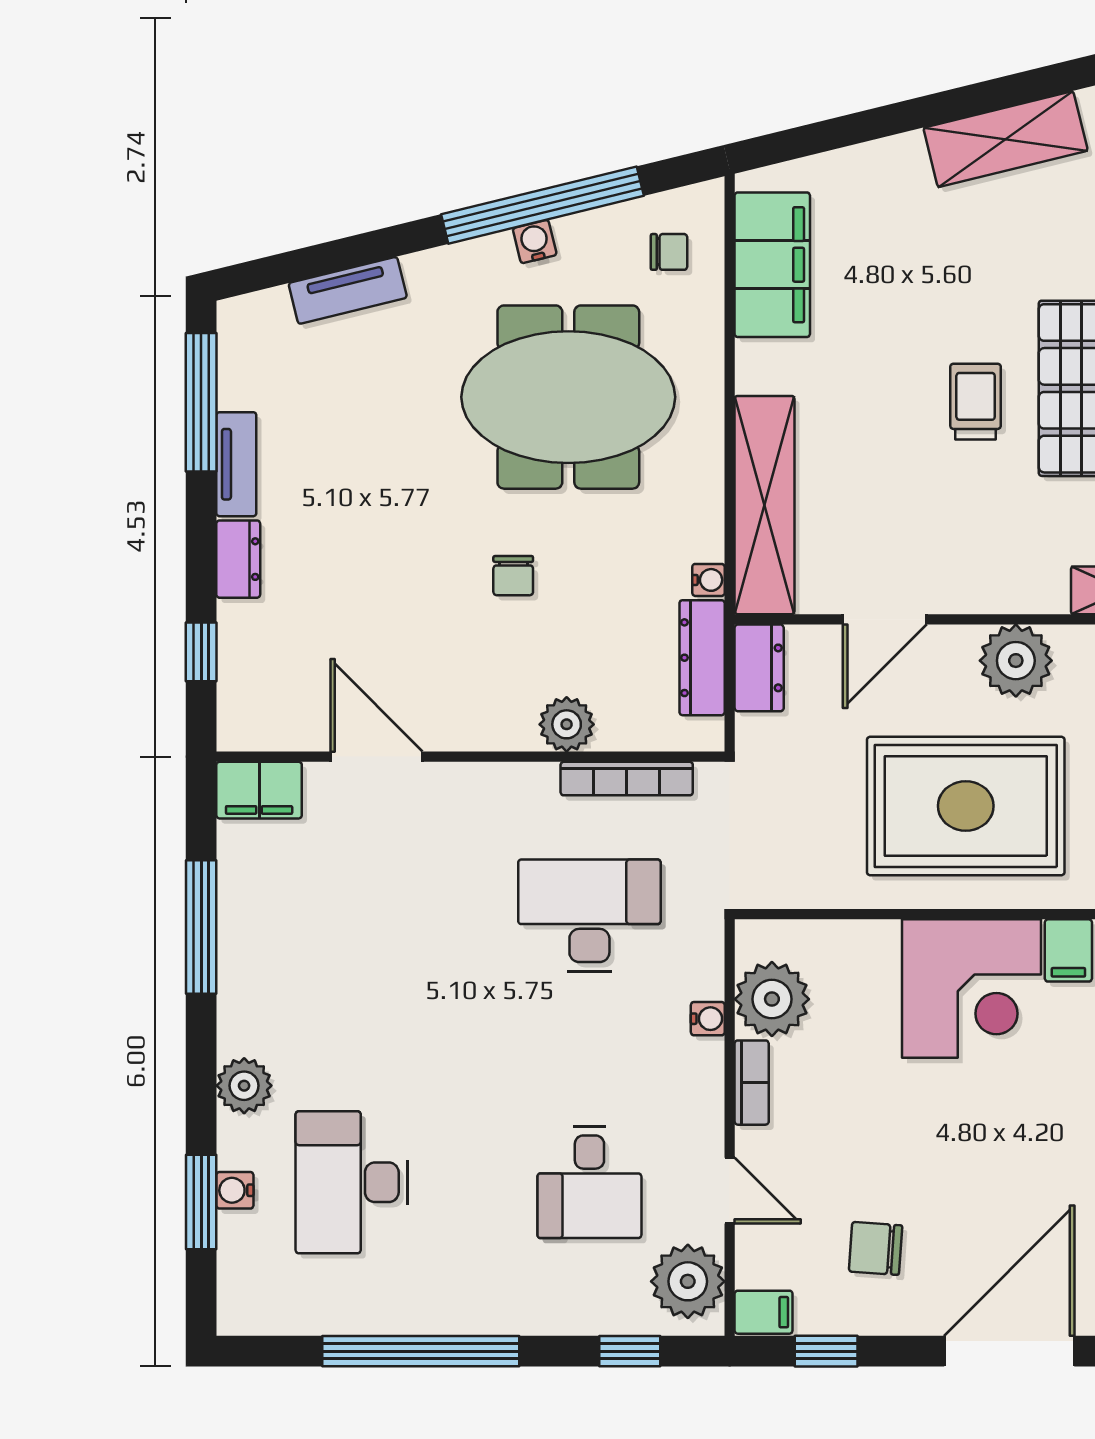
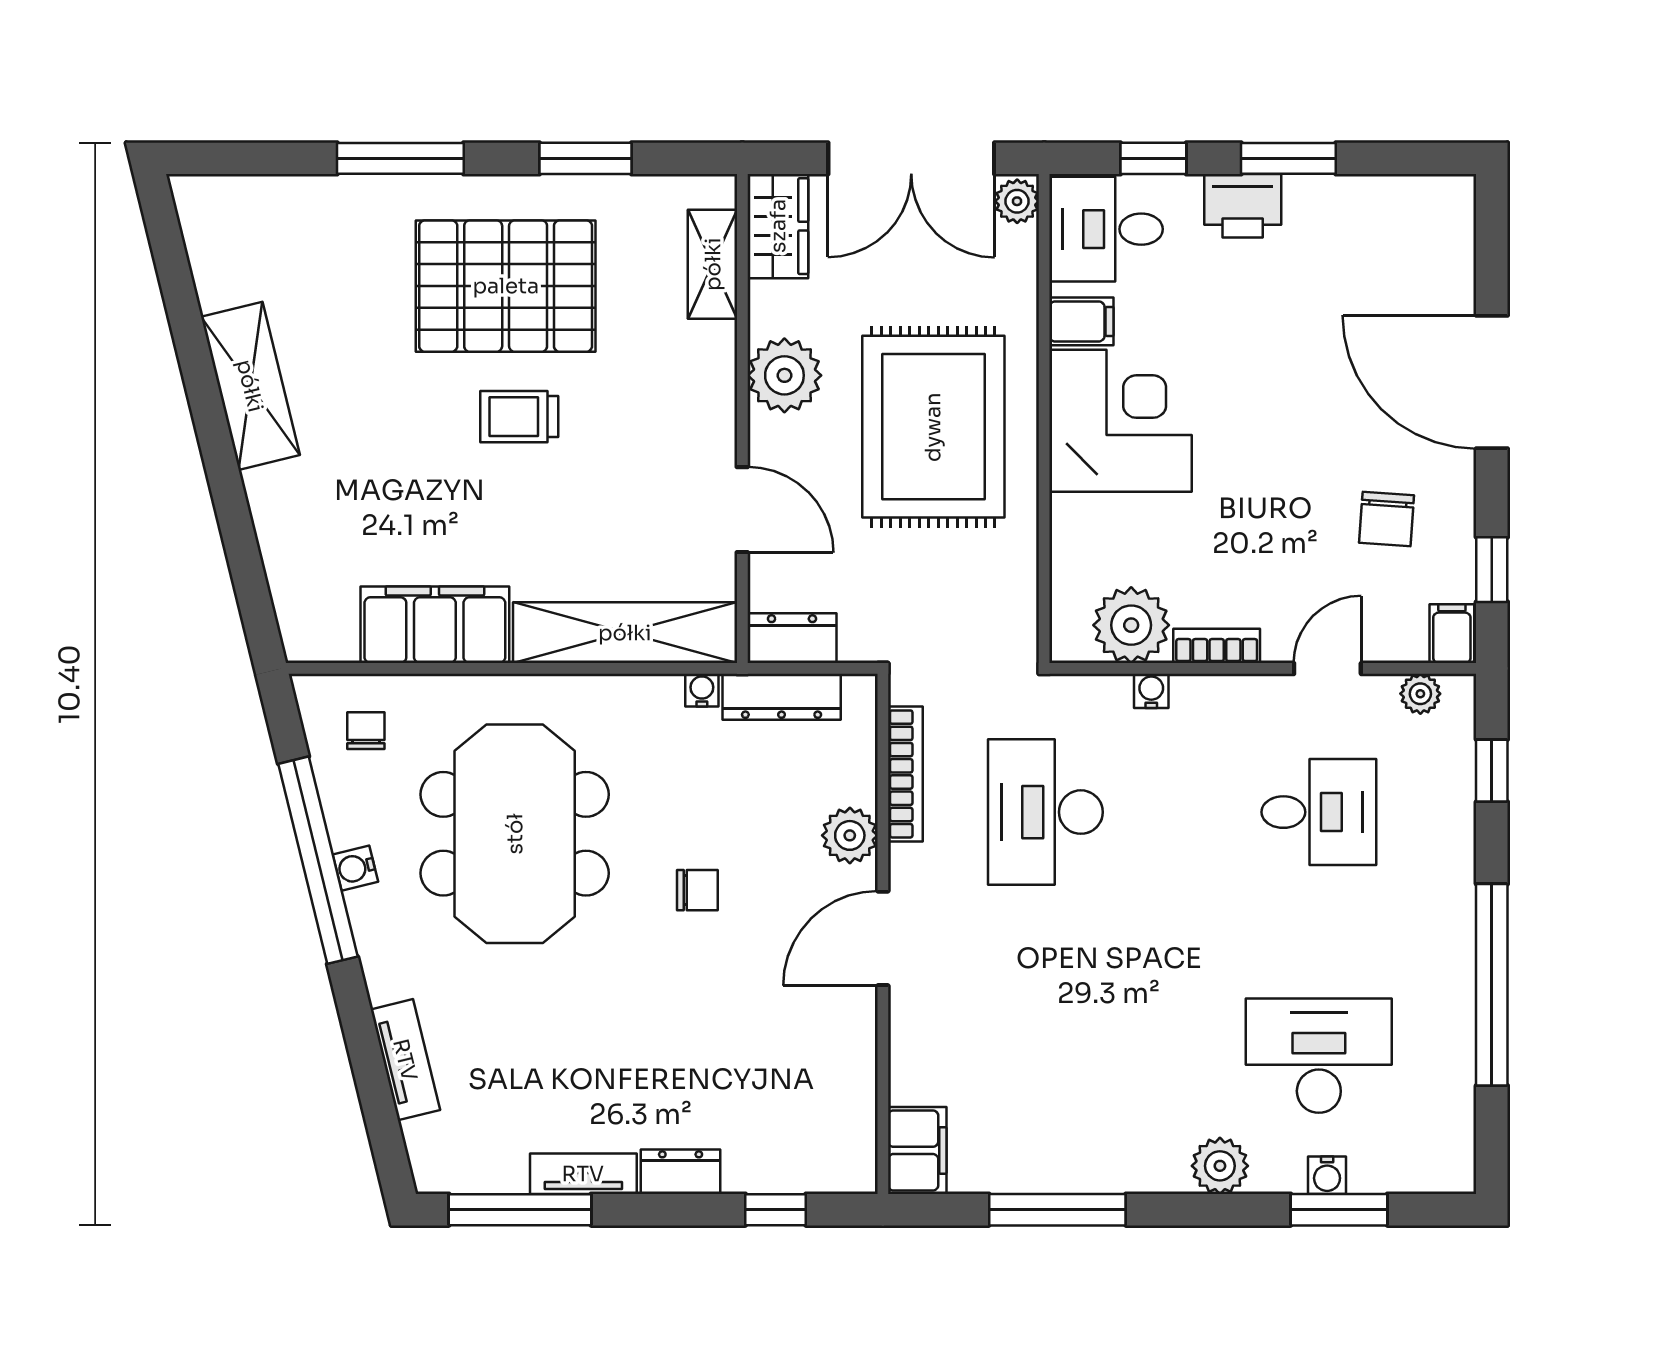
filing cabinet: (772, 265) -> (435, 625), moved
door: (376, 757) -> (883, 938), moved
desk: (352, 1182) -> (1319, 1056), turned 180
plant: (688, 1281) -> (1420, 694), width x0.53, depth x0.53

